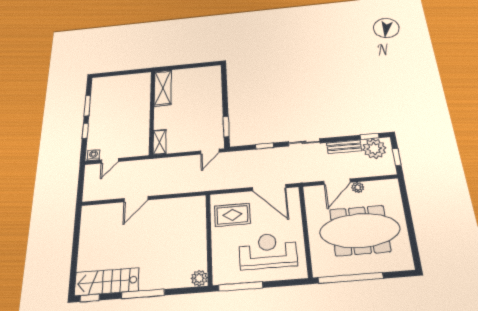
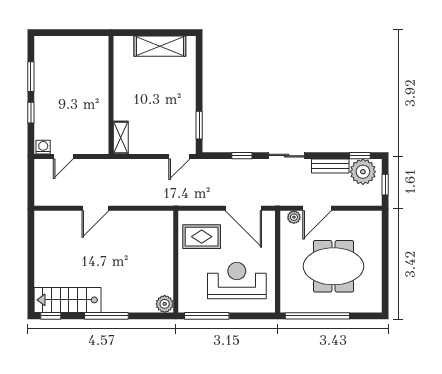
shelving: (163, 88) -> (160, 46), moved, turned 90
plant: (358, 187) -> (294, 217), moved
meeting table: (360, 230) -> (333, 266), width x0.73

